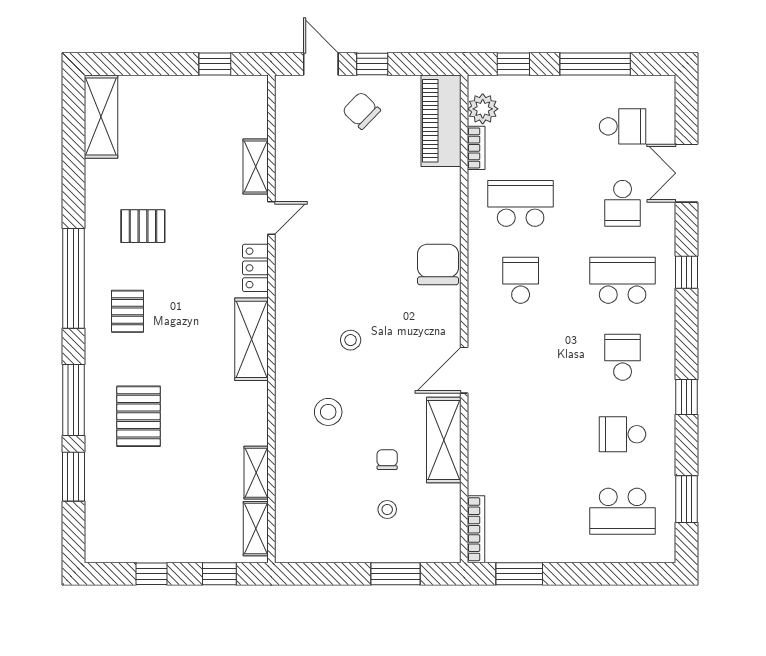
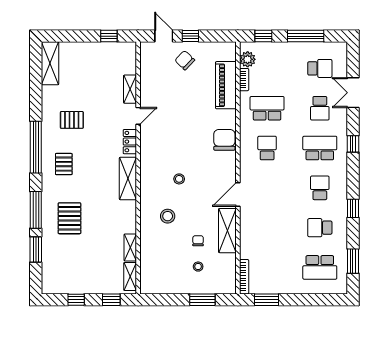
piano: (441, 121) -> (226, 85), moved

